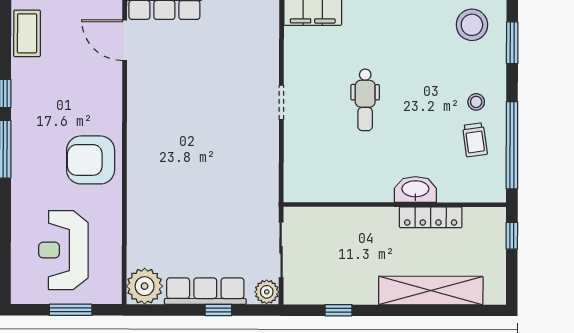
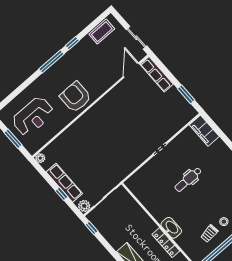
reception desk: (63, 250) -> (33, 116), turned 180
plant: (145, 286) -> (40, 158), width x0.53, depth x0.53
window: (339, 310) -> (92, 228), moved

